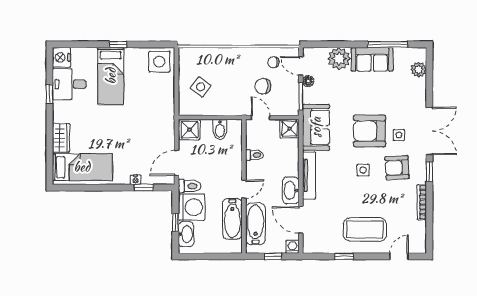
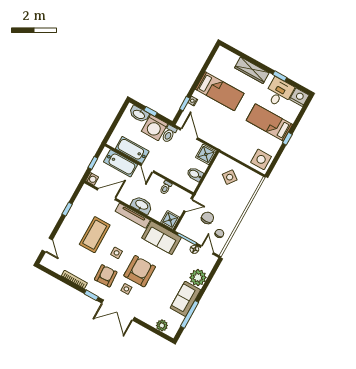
door: (301, 66) -> (207, 250), hinge flipped
wardrobe: (61, 138) -> (252, 70), width x1.50
bed: (82, 167) -> (220, 91), moved, turned -90
washbasin: (291, 190) -> (142, 205), moved
coffee table: (365, 229) -> (95, 235), moved

